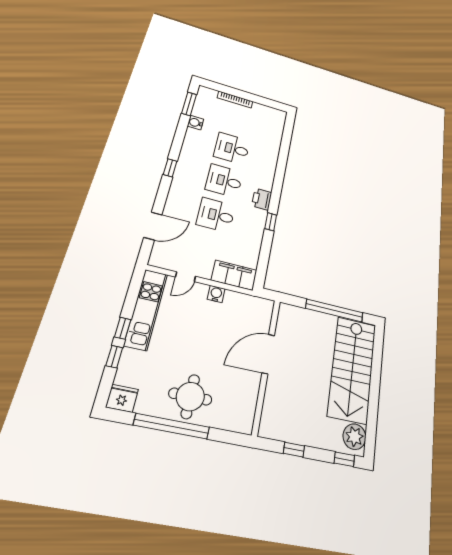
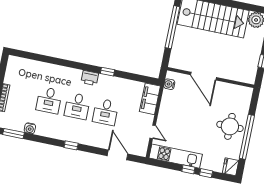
water cooler: (216, 294) -> (169, 84), moved

